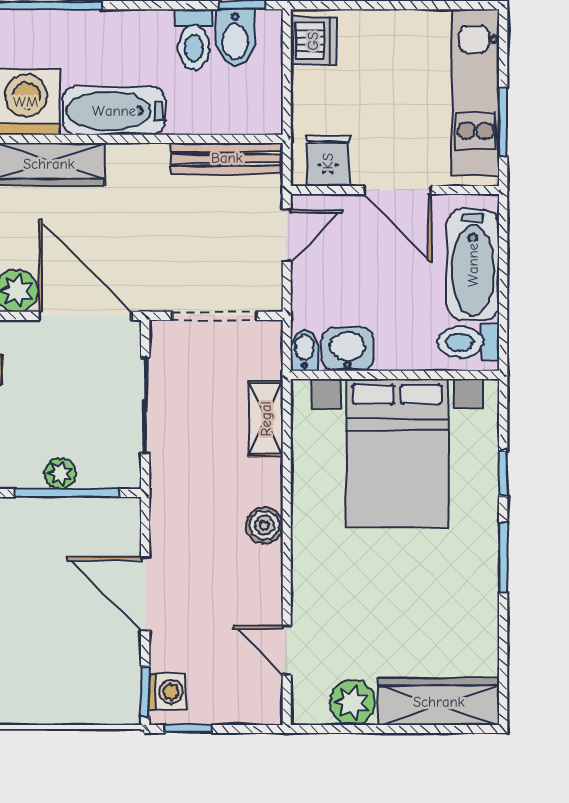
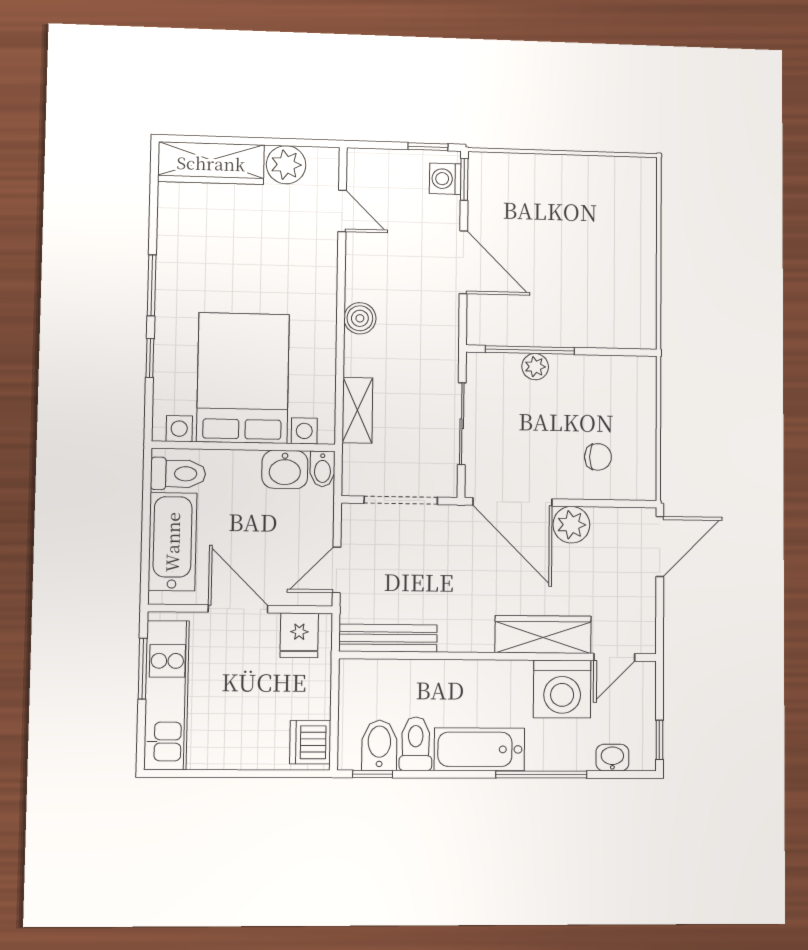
bathtub: (114, 111) -> (479, 749), moved, turned 180

